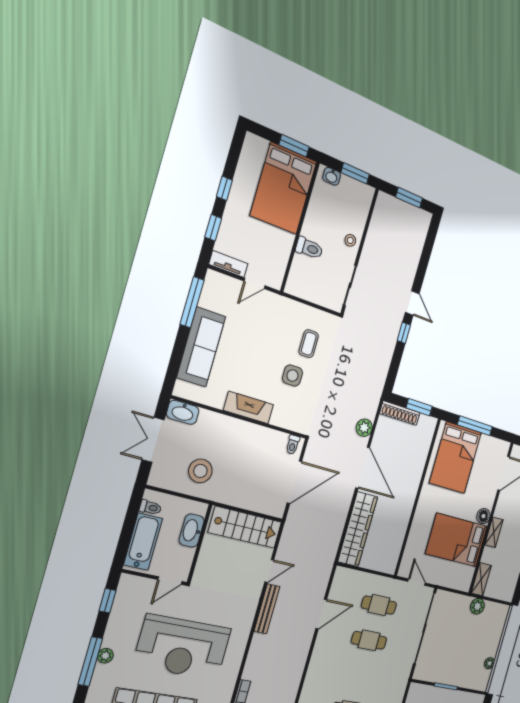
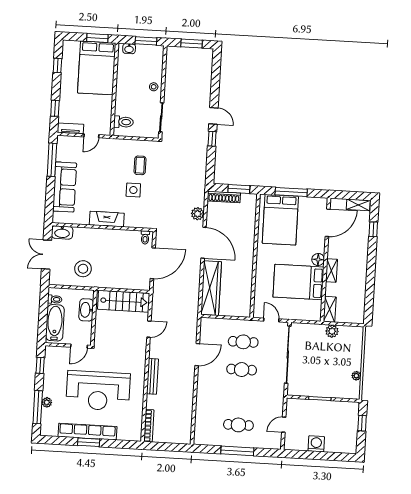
window: (224, 188) -> (57, 65), moved
toilet: (309, 248) -> (123, 122), moved
bench: (267, 609) -> (152, 376), moved

